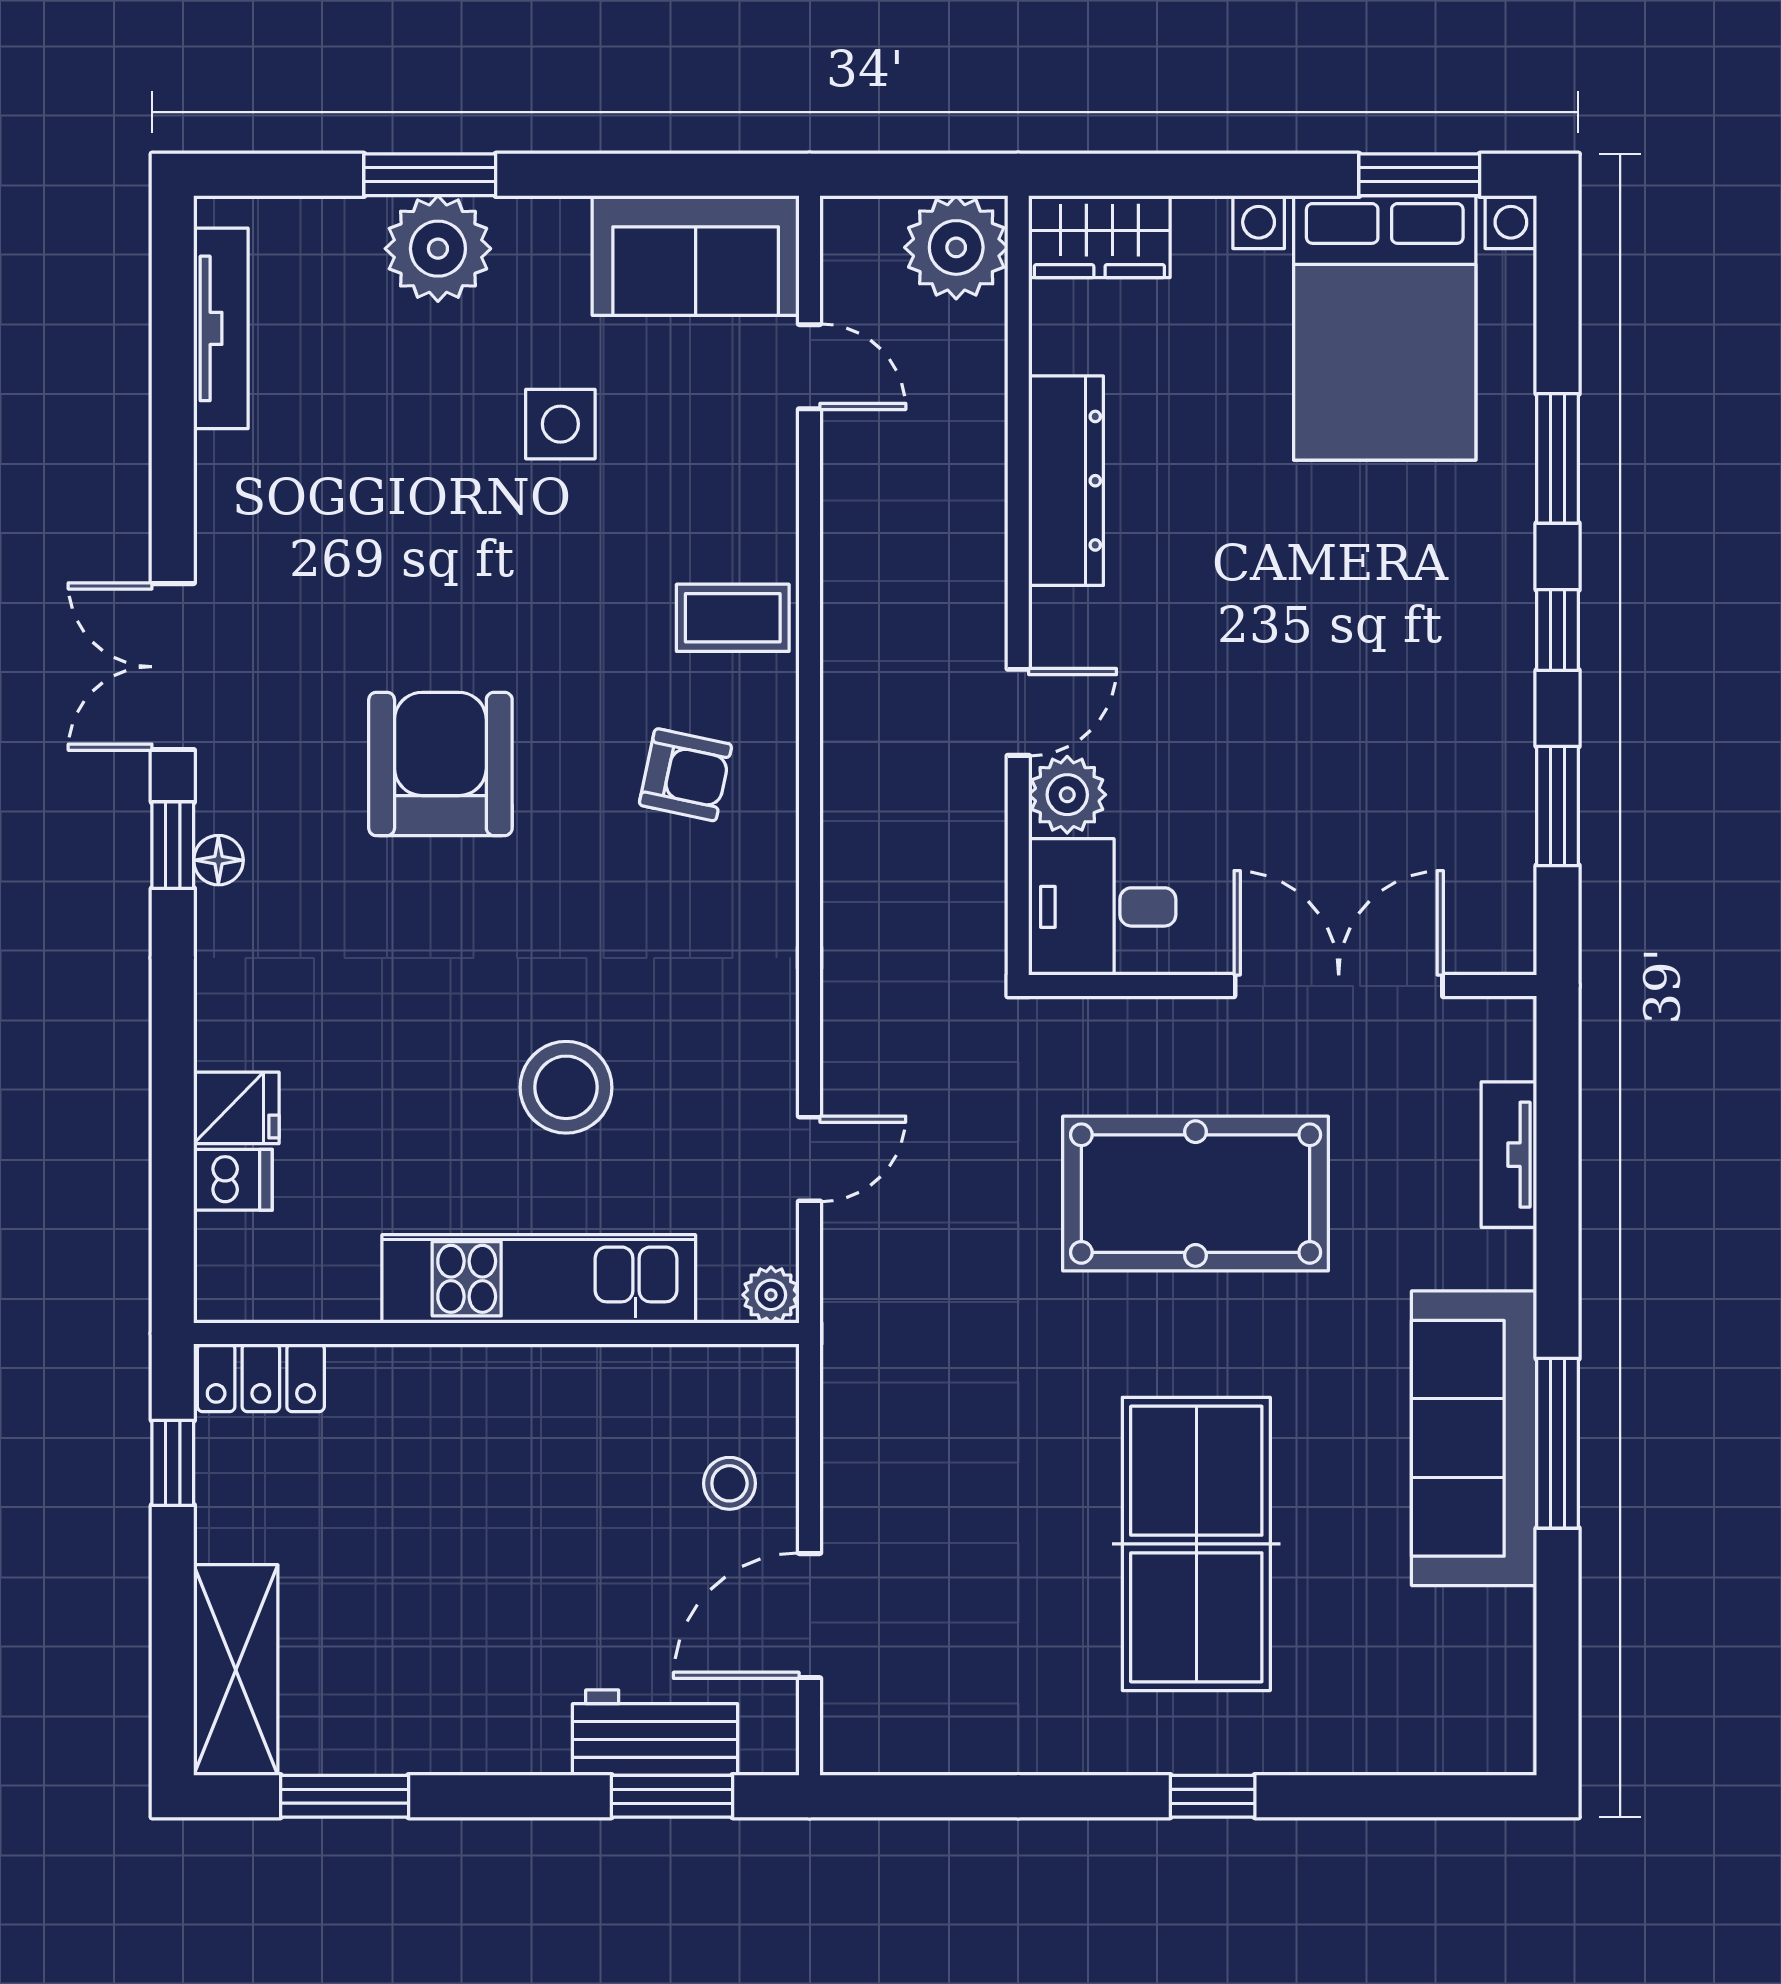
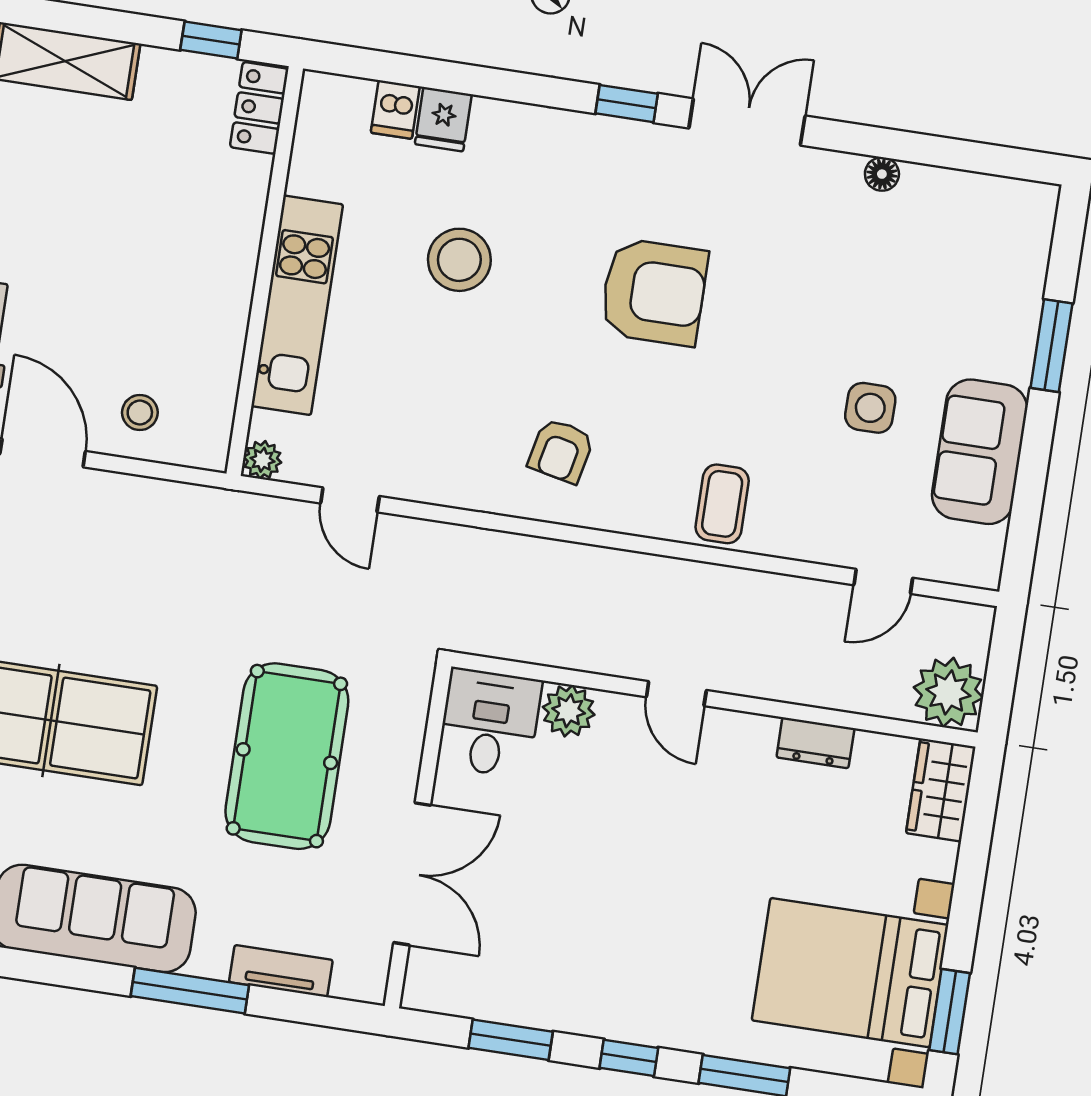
plant: (438, 249) -> (1001, 343), removed
sofa: (696, 256) -> (980, 452), moved
tv unit: (221, 328) -> (970, 189), removed
dresser: (1066, 481) -> (815, 743), width x0.51, depth x0.80
door: (1018, 712) -> (676, 694), moved
armchair: (685, 775) -> (561, 451), moved
floor lamp: (218, 860) -> (882, 174), moved
stool: (566, 1087) -> (459, 260), moved
window: (1558, 1443) -> (190, 991), moved

